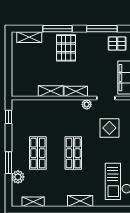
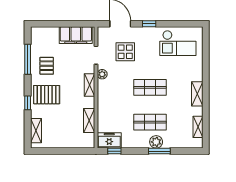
window: (57, 29) -> (28, 103), width x0.46
pallet: (117, 44) -> (47, 66), moved
shelving: (51, 91) -> (89, 121), moved
freezer: (19, 112) -> (109, 140), added
plant: (18, 177) -> (156, 142), moved
shelving: (80, 201) -> (197, 94), moved

